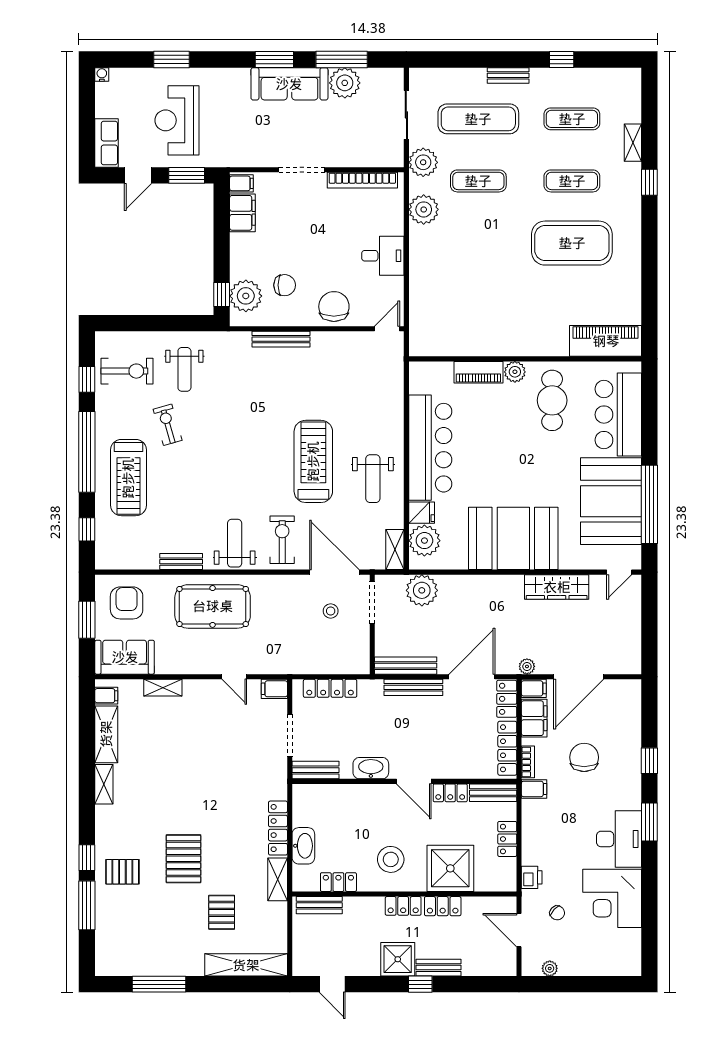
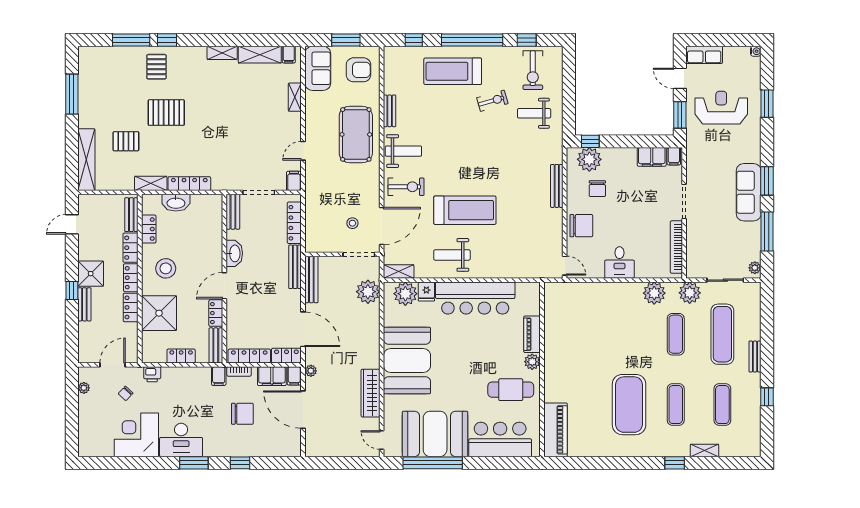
plant: (345, 83) -> (755, 268), moved, width x0.53, depth x0.53
bench: (413, 687) -> (295, 267), moved
locker: (363, 906) -> (130, 248), added

